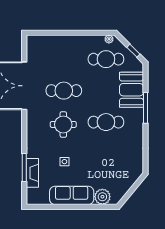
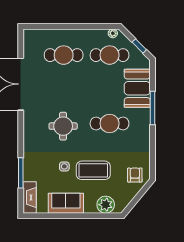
cafe table: (64, 91) -> (64, 55), moved
coffee table: (91, 165) -> (93, 170), added
armchair: (129, 169) -> (135, 175), added
fireplace: (32, 173) -> (30, 197), moved
sofa: (72, 195) -> (66, 203), width x0.73

